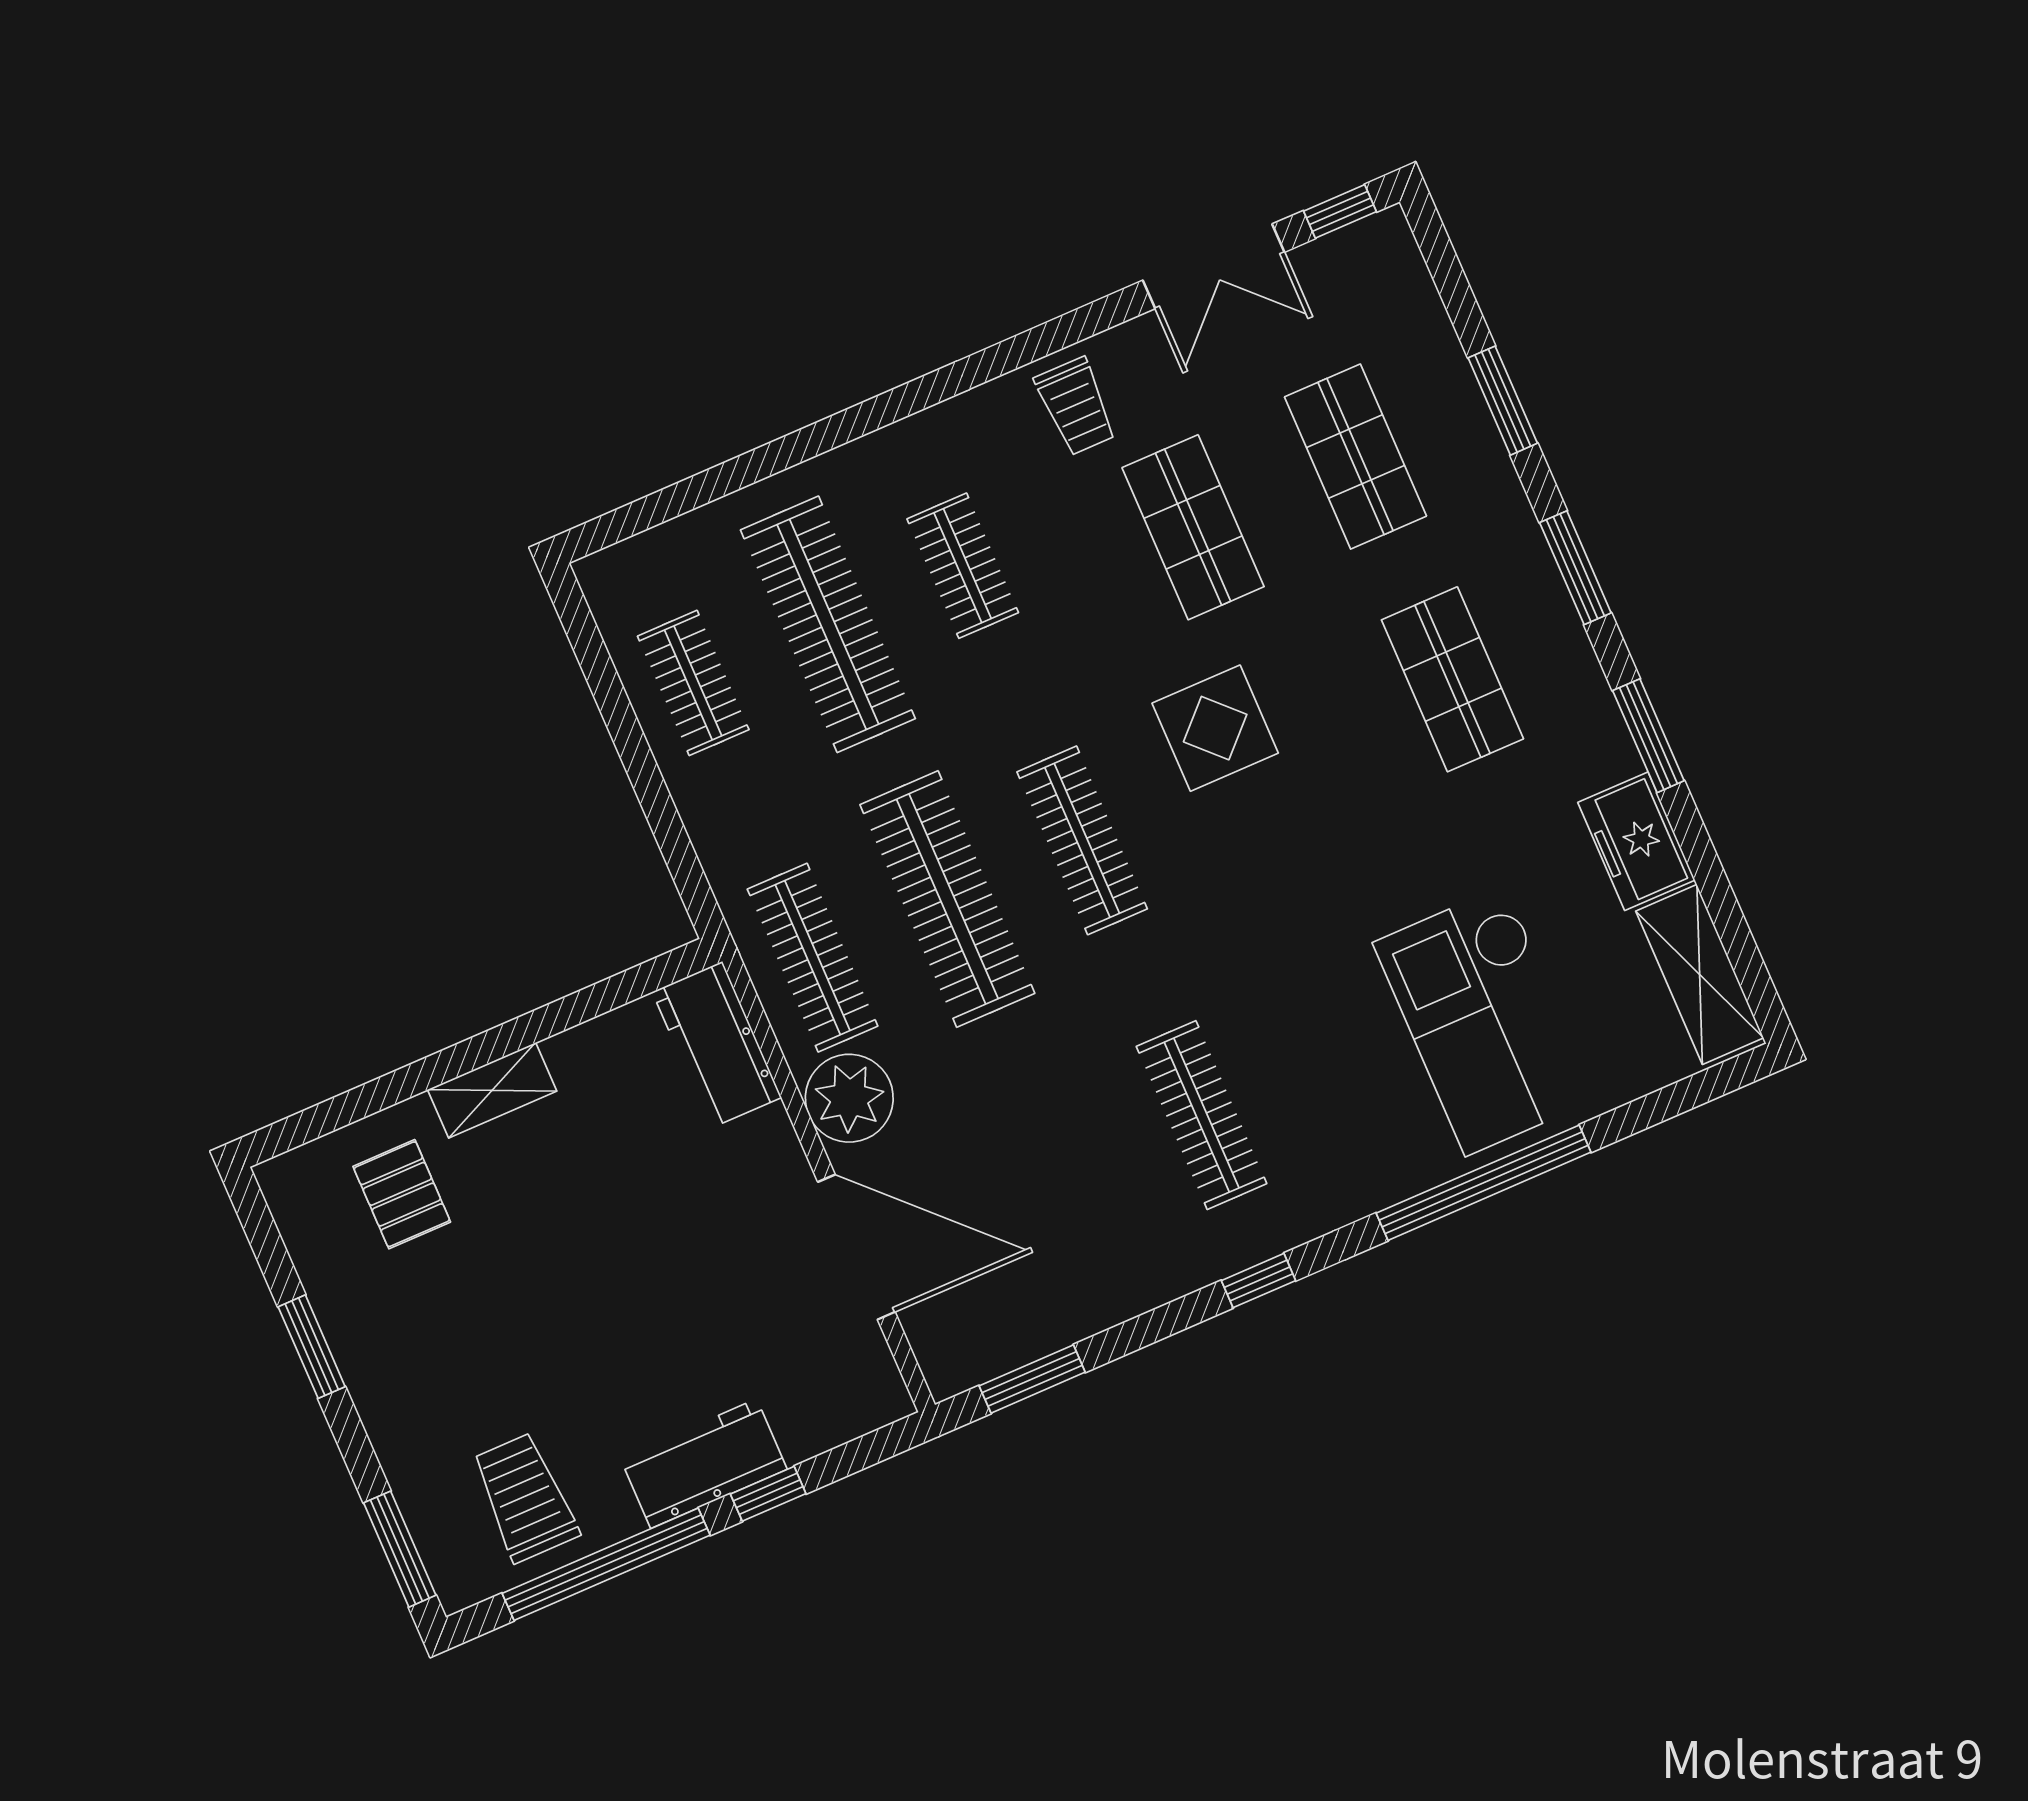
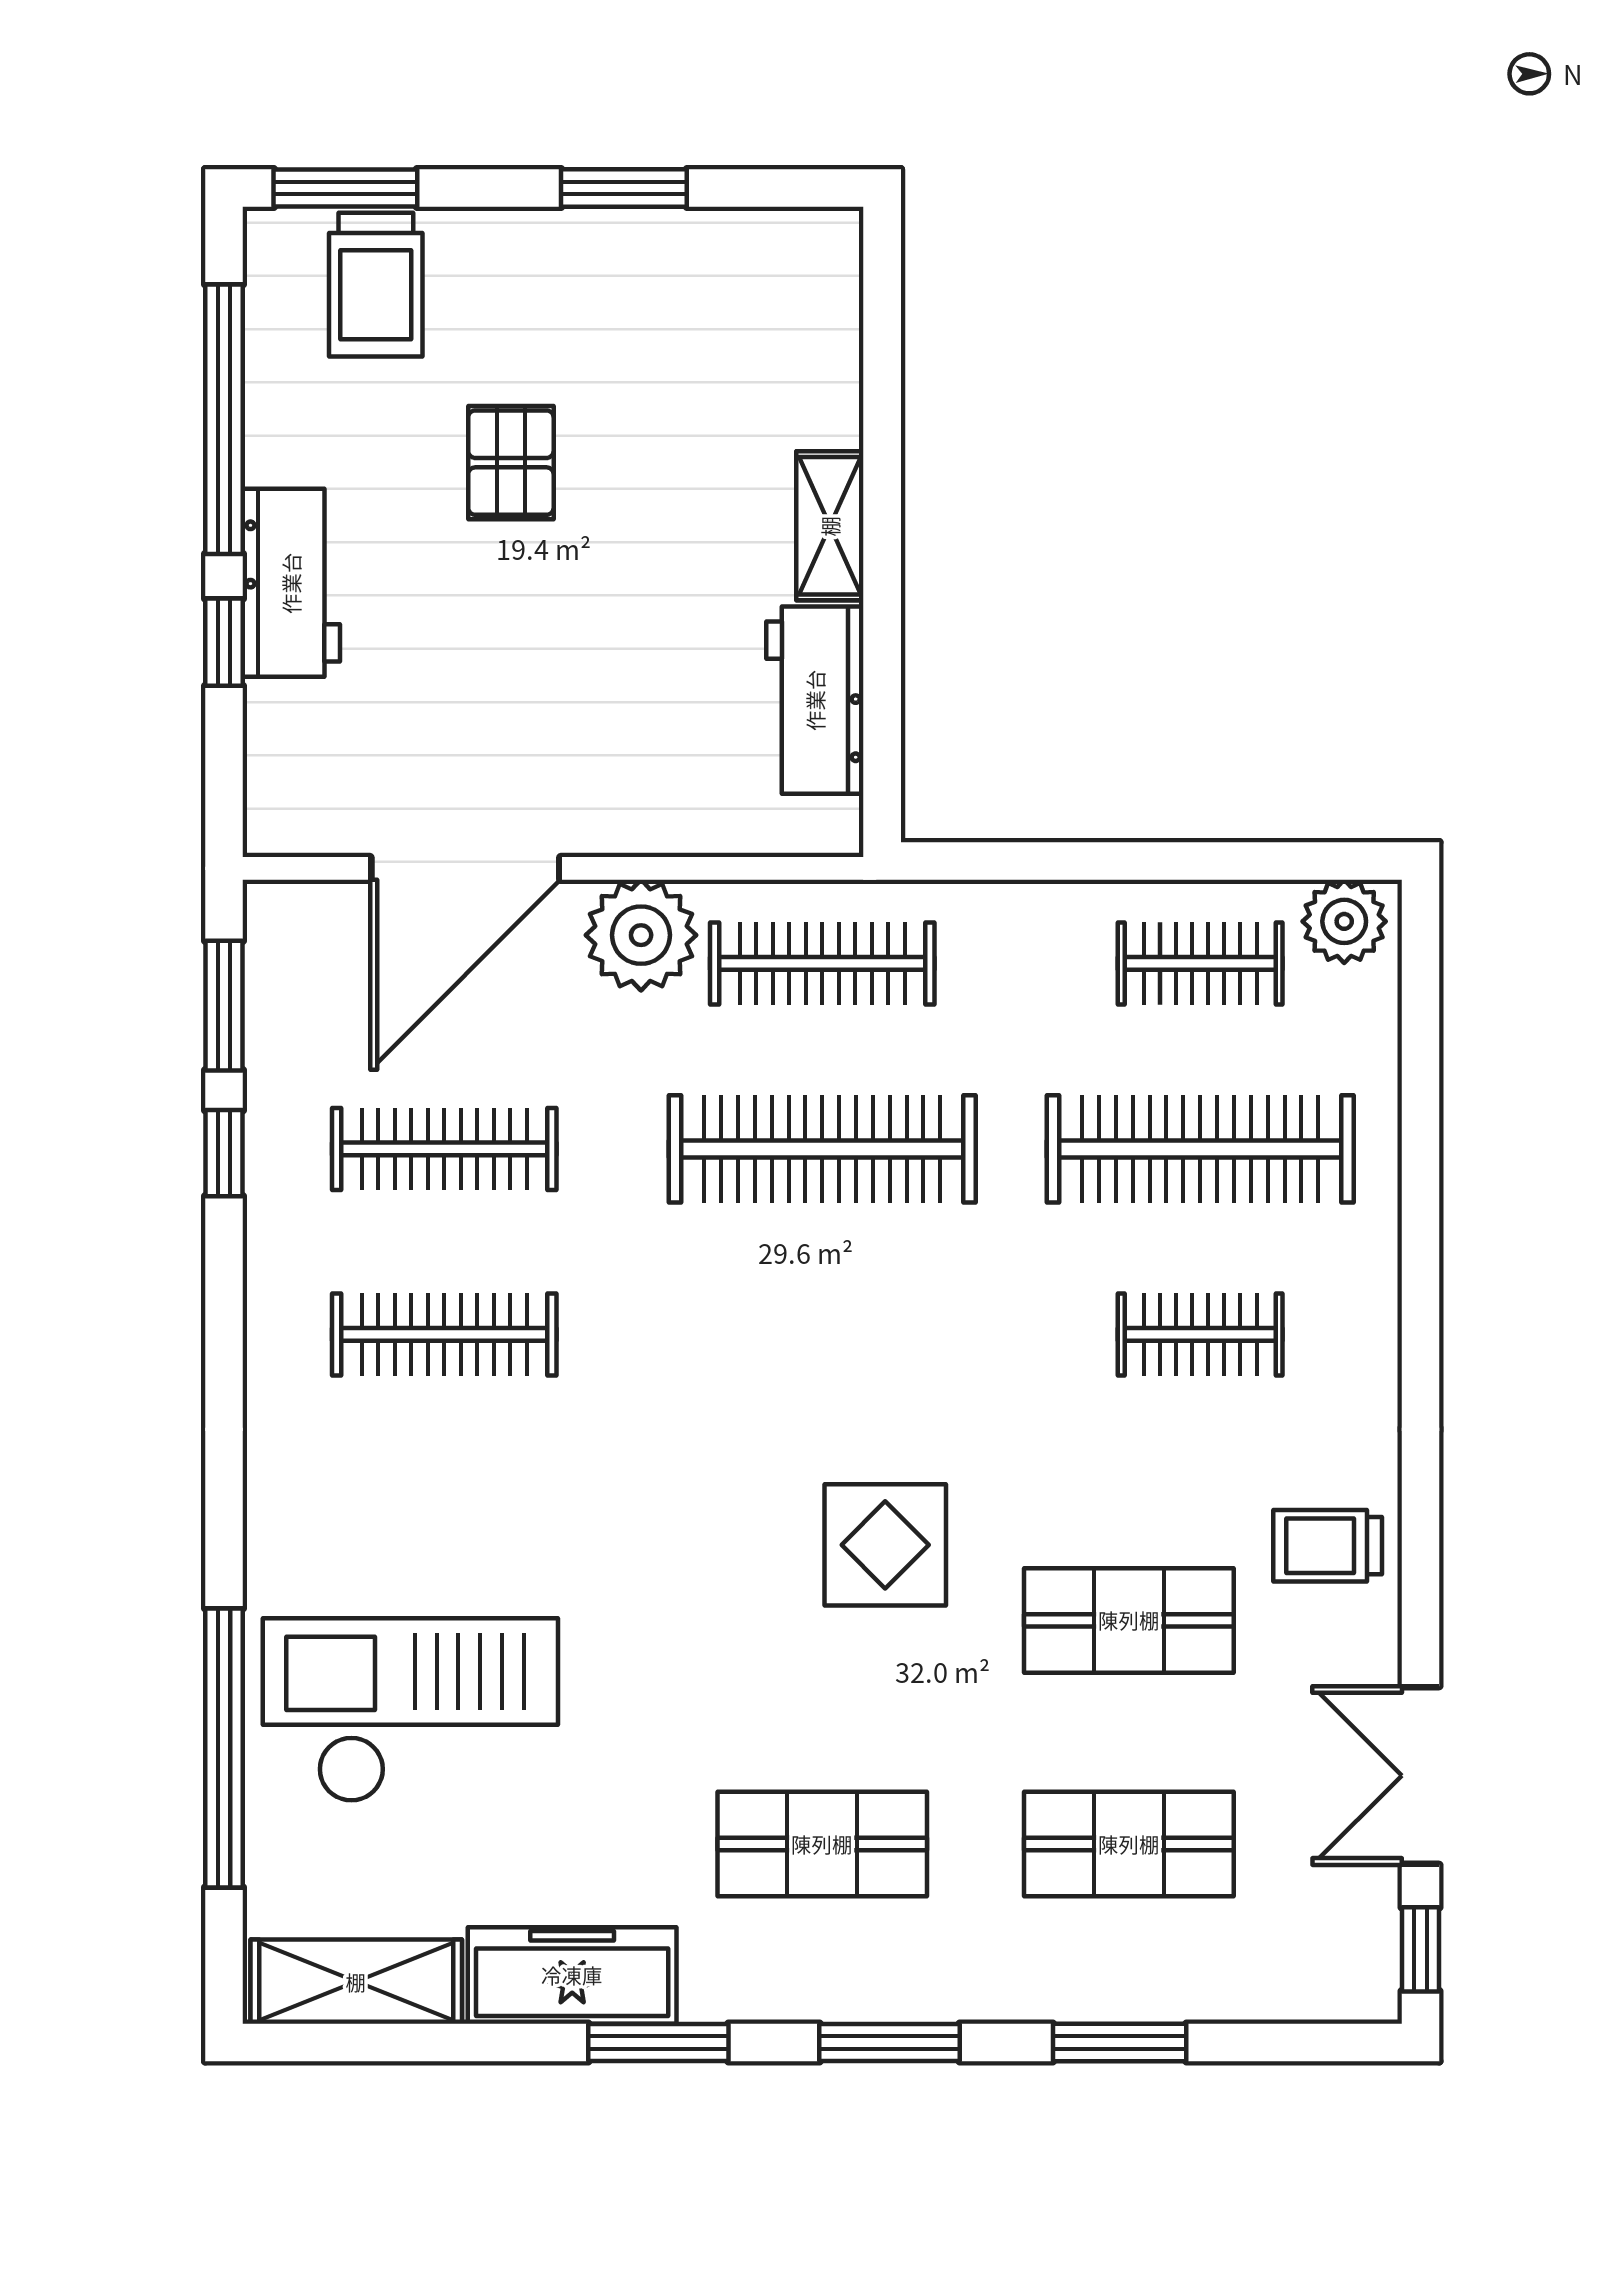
plant: (617, 592) -> (1344, 921), added
clothes rail: (1082, 840) -> (444, 1149), moved
freezer: (1636, 841) -> (572, 1975), width x1.40
workbench: (717, 1045) -> (815, 700), moved, turned -90
window: (1484, 1183) -> (224, 1748), moved
pallet: (402, 1194) -> (511, 463), moved, turned 90
window: (1259, 1281) -> (224, 1153), moved
trolley: (525, 1497) -> (376, 285), moved, turned 90

